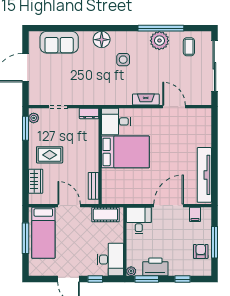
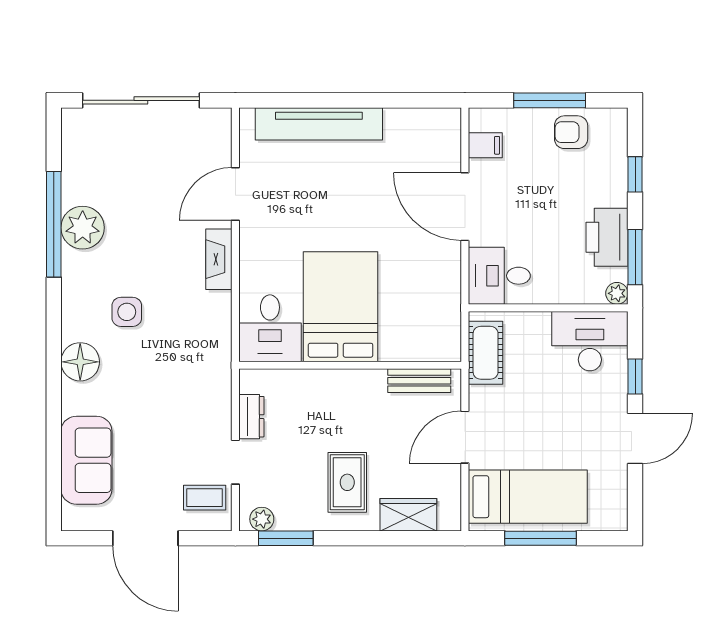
coffee table: (189, 47) -> (205, 498), moved
dresser: (89, 113) -> (251, 417), moved
tv unit: (204, 175) -> (319, 124), moved

